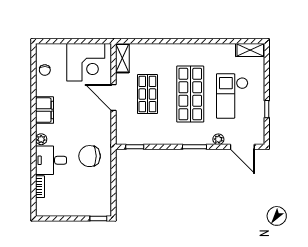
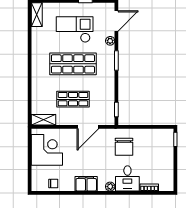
checkout: (232, 96) -> (75, 29), turned 180
door: (114, 97) -> (88, 127), moved

